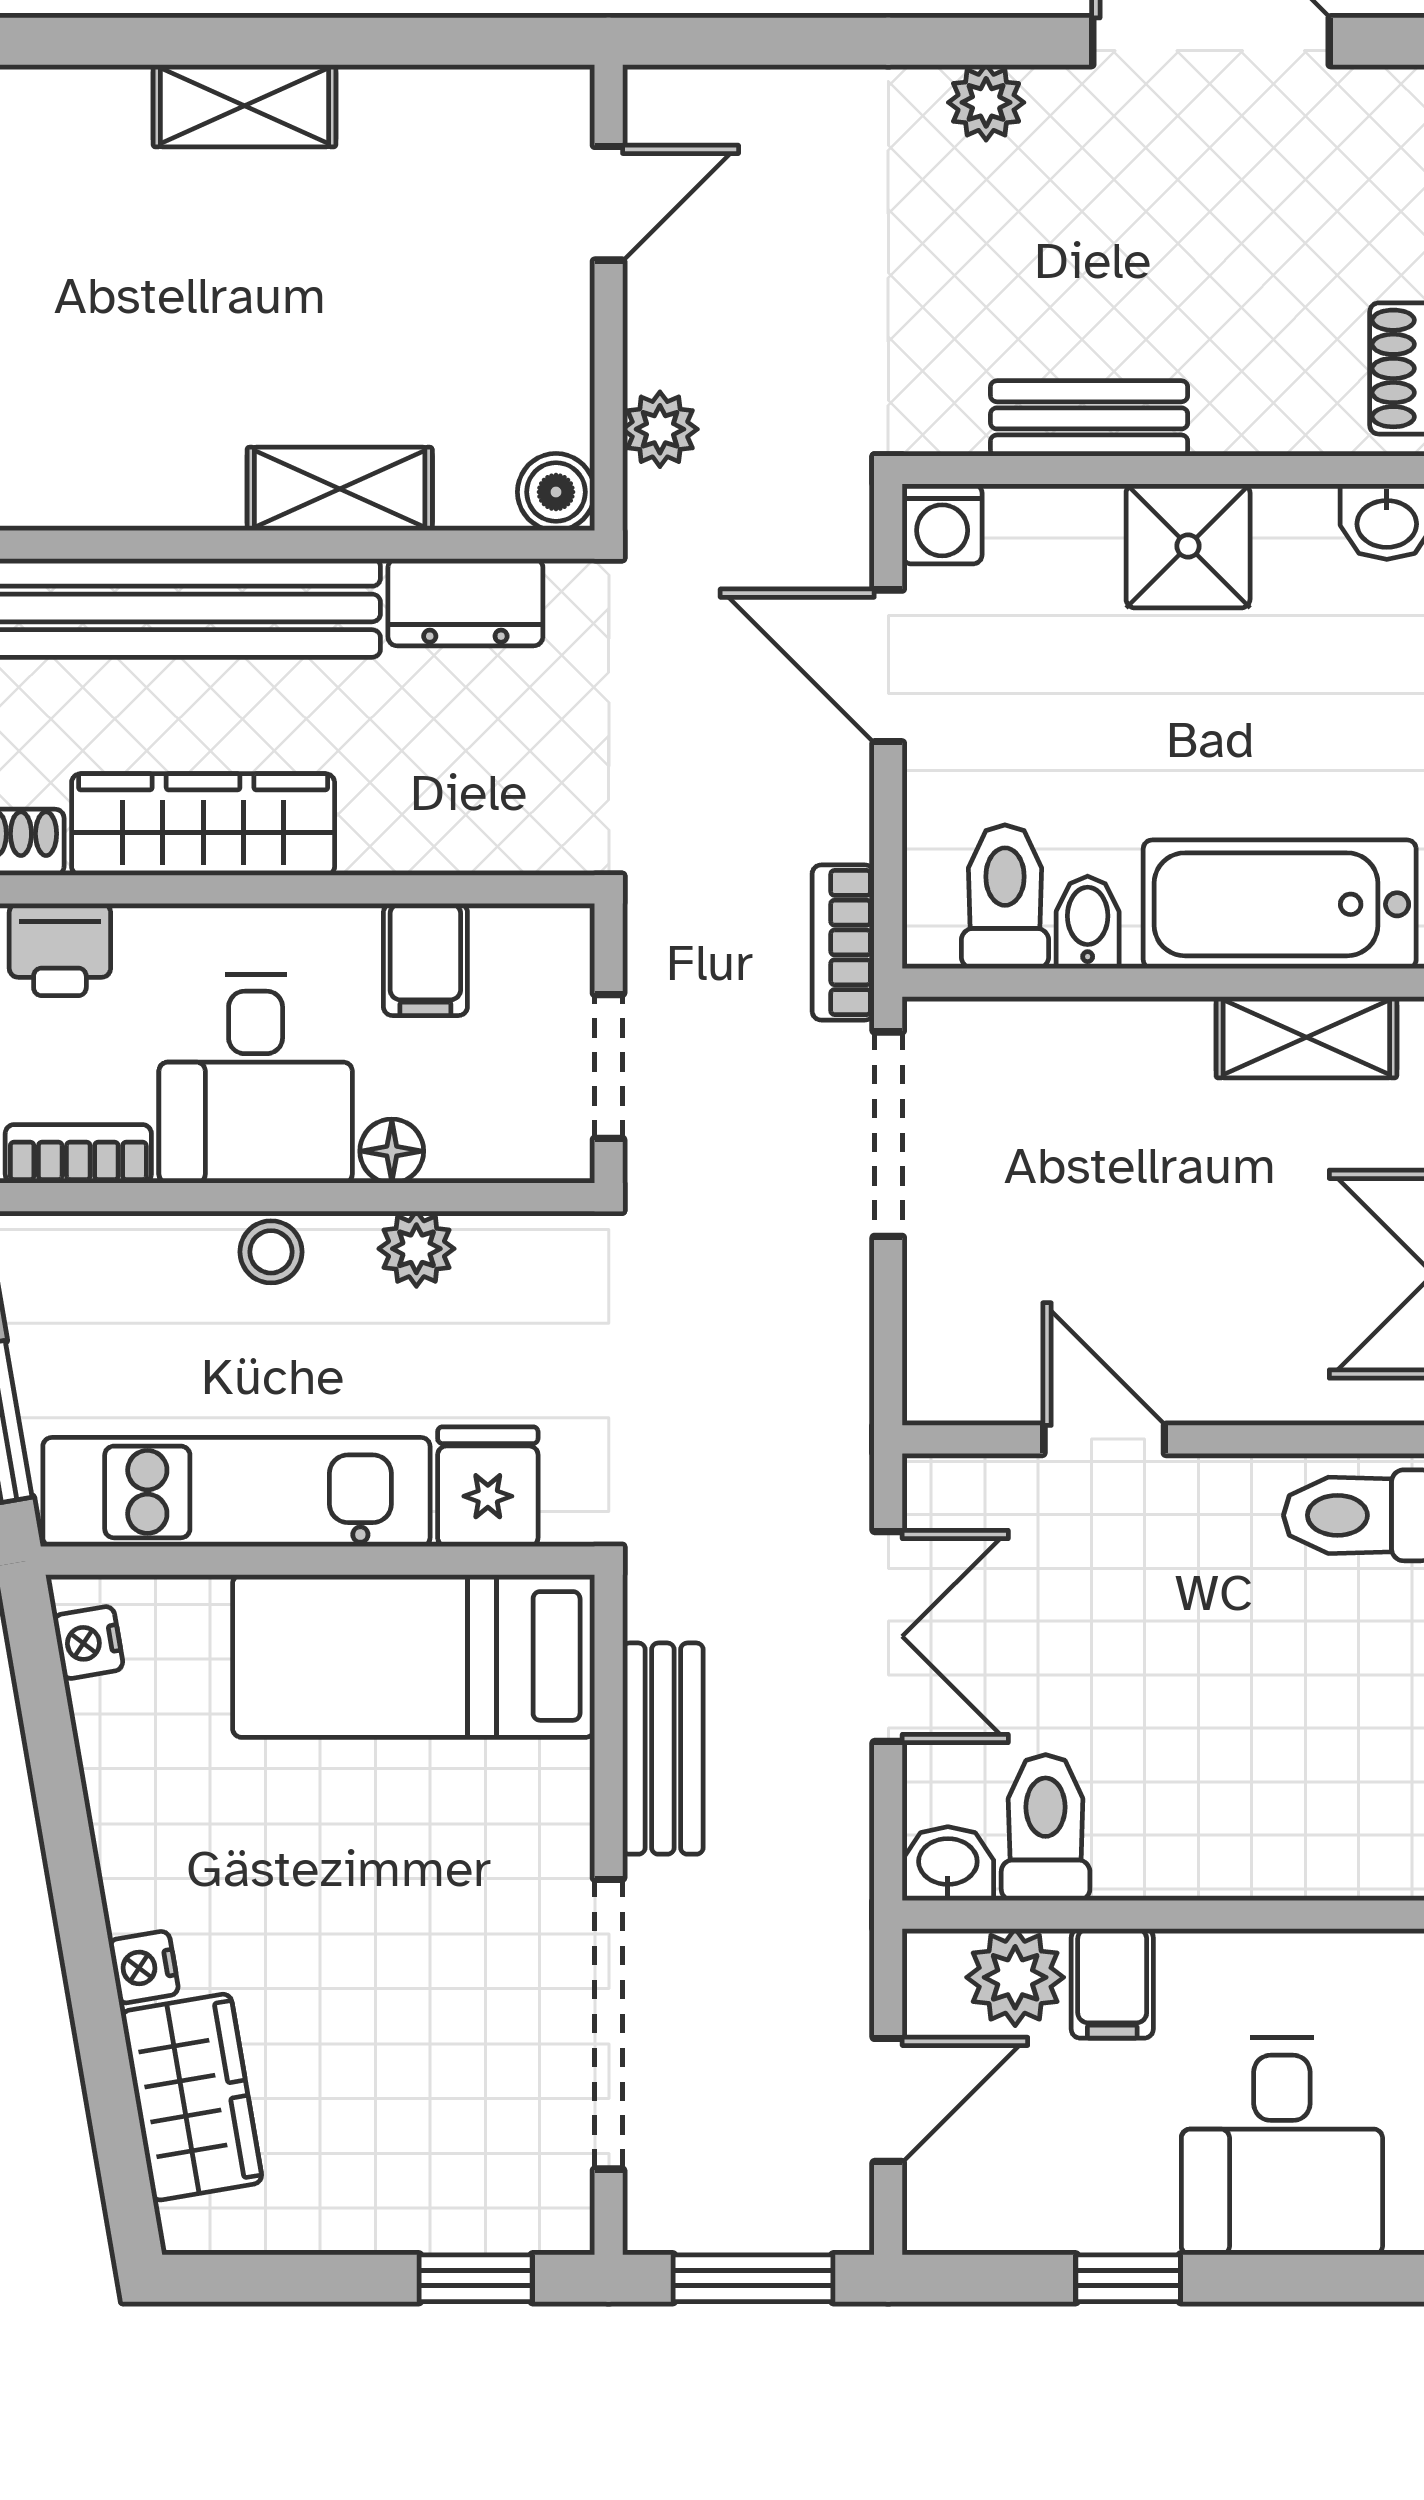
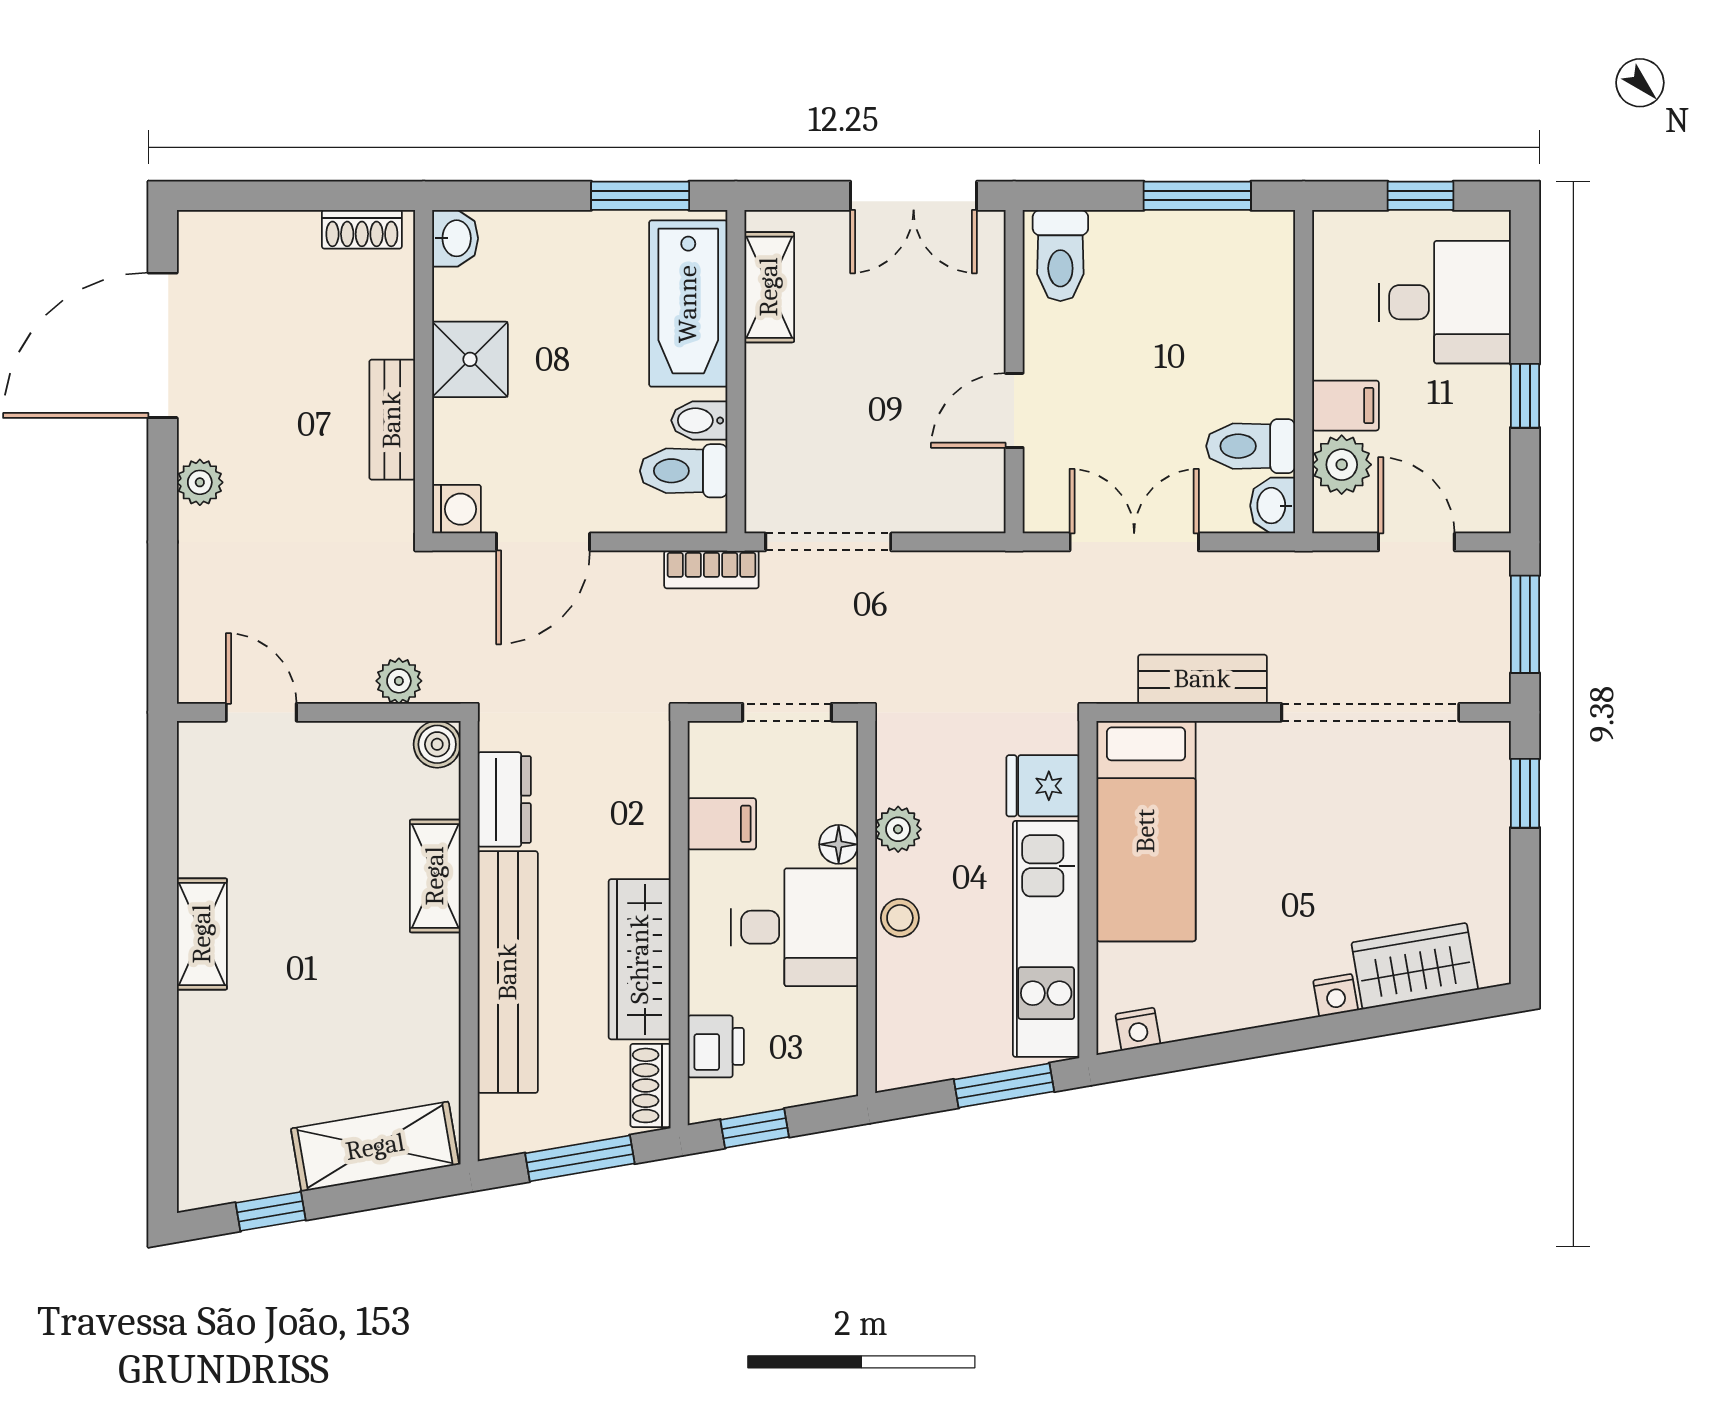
bookcase: (78, 1154) -> (840, 1035), removed

